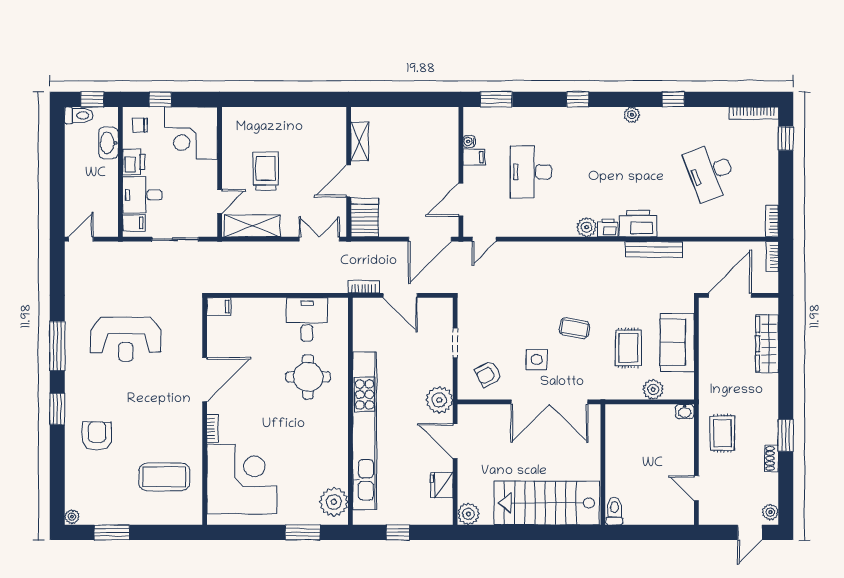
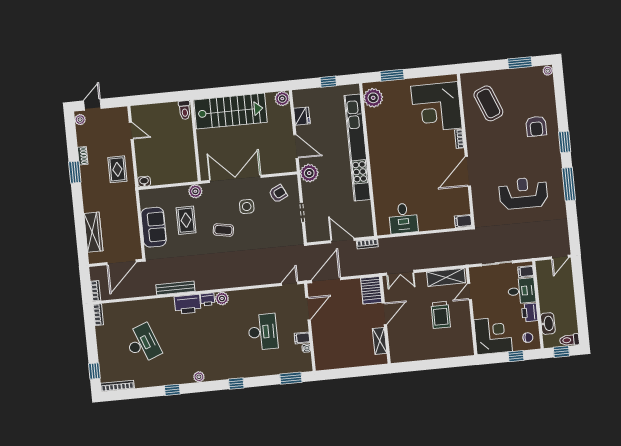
round table: (308, 377) -> (399, 180), removed
plant: (653, 389) -> (195, 191), moved
coffee table: (164, 477) -> (488, 103), turned 68

